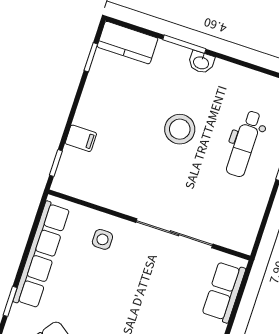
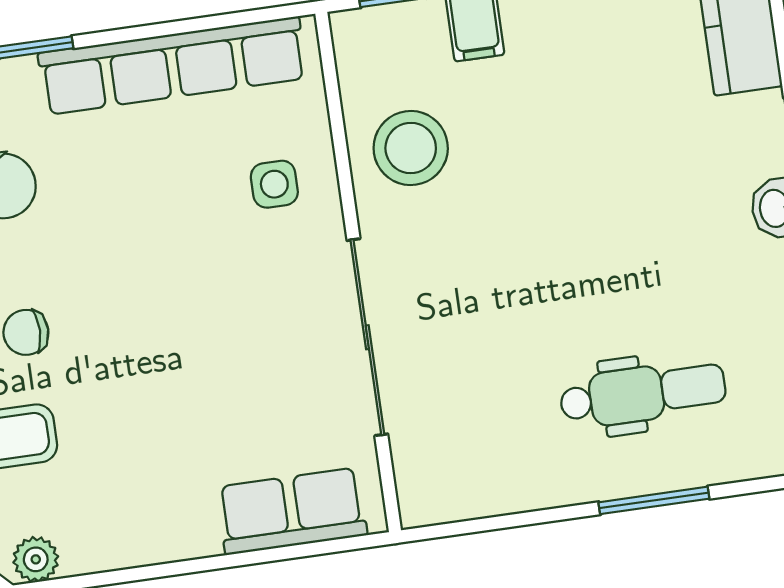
stool: (180, 129) -> (411, 148), moved
dental chair: (244, 144) -> (643, 394), turned 180

